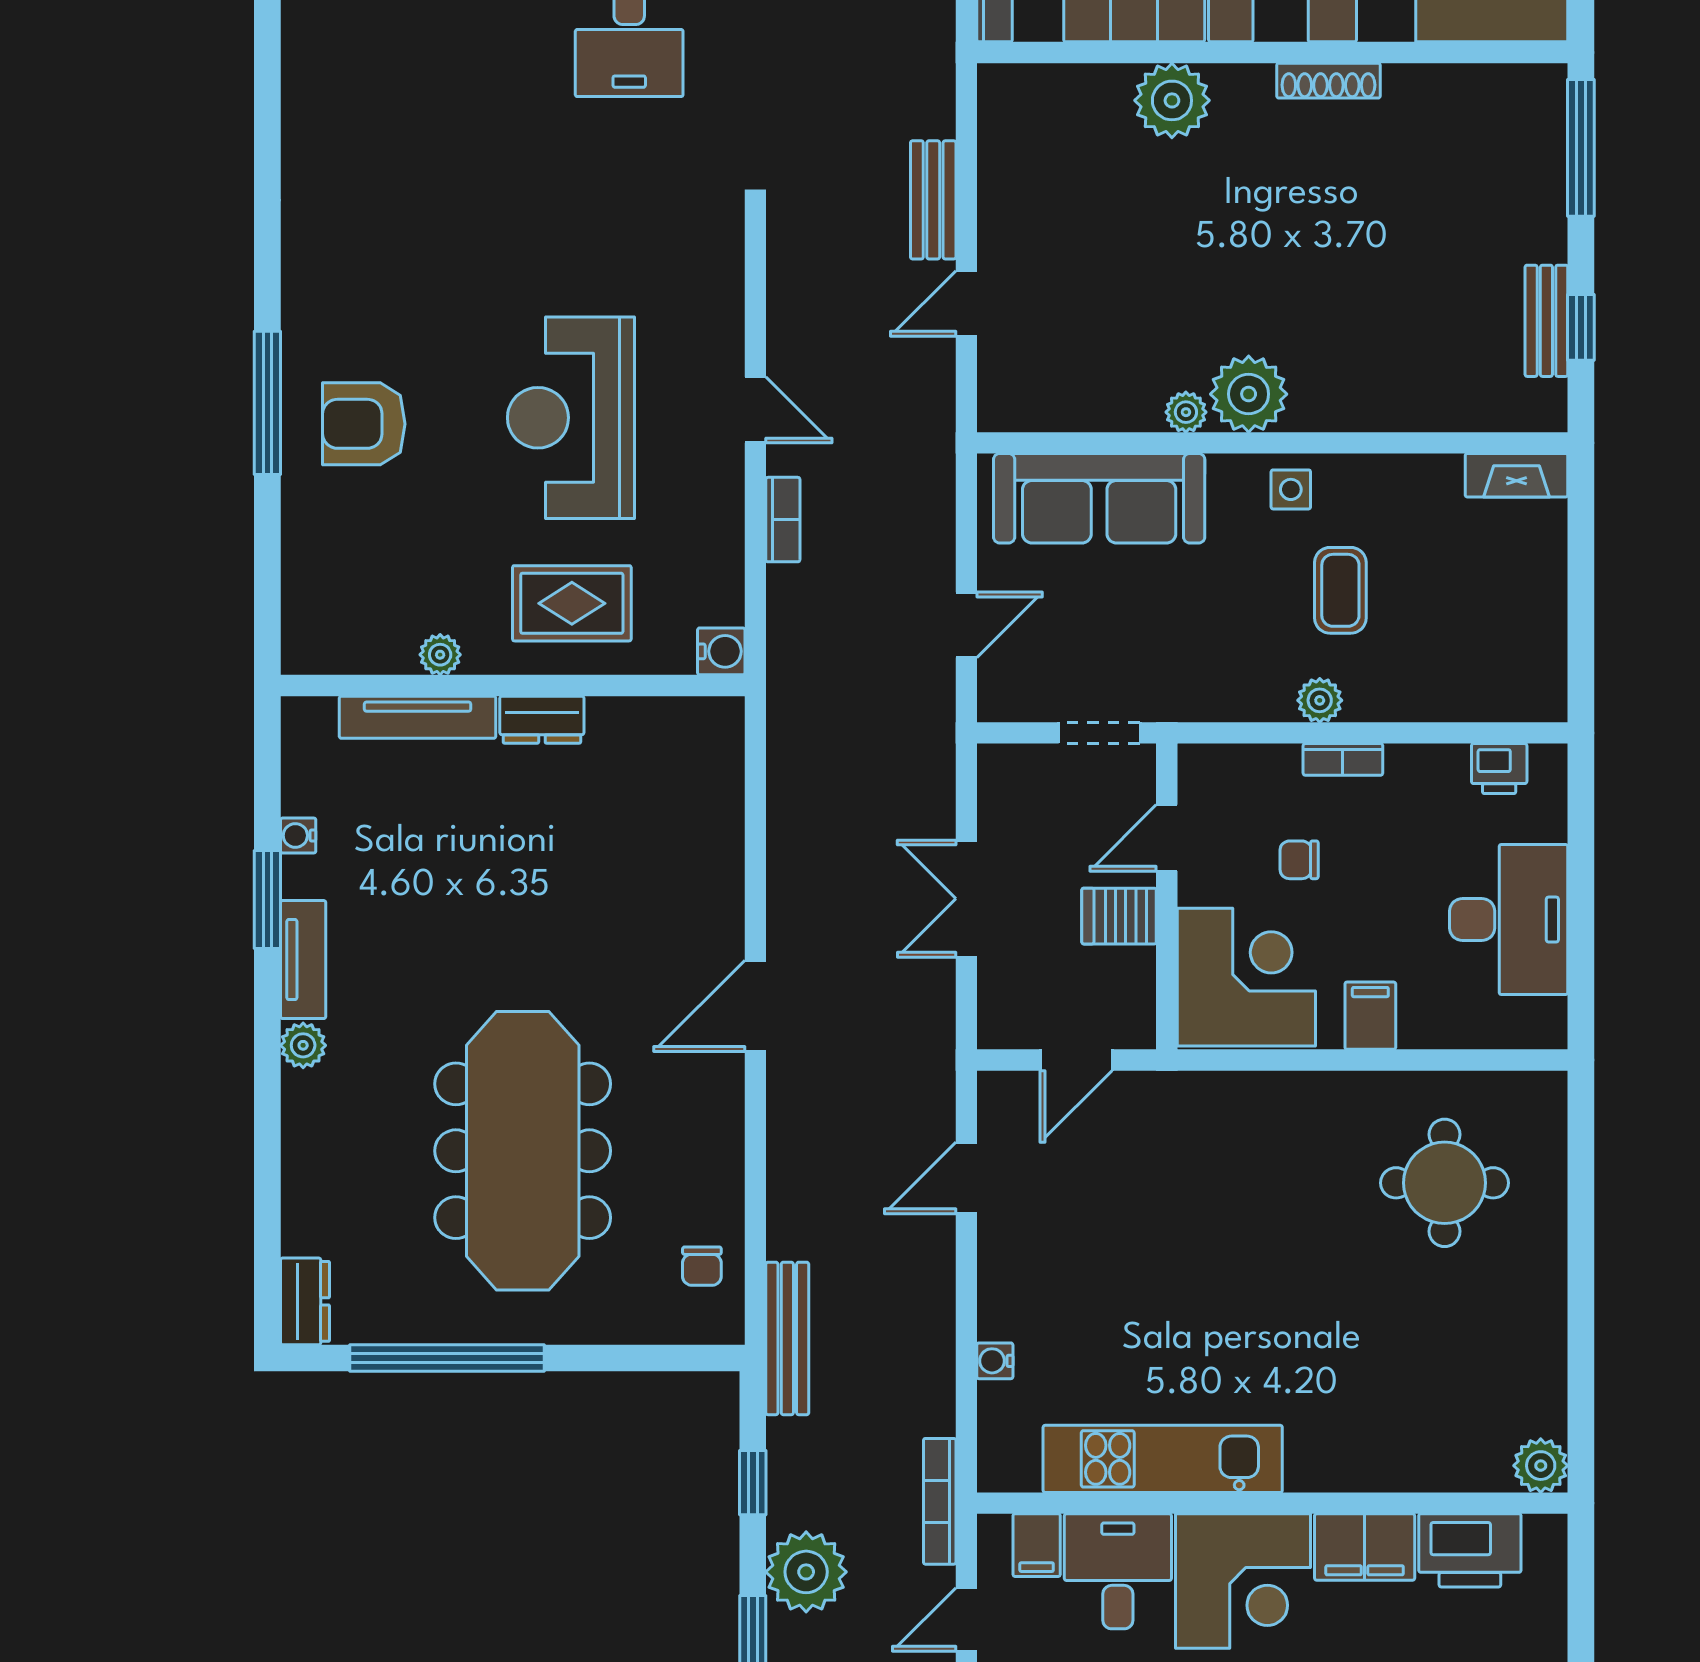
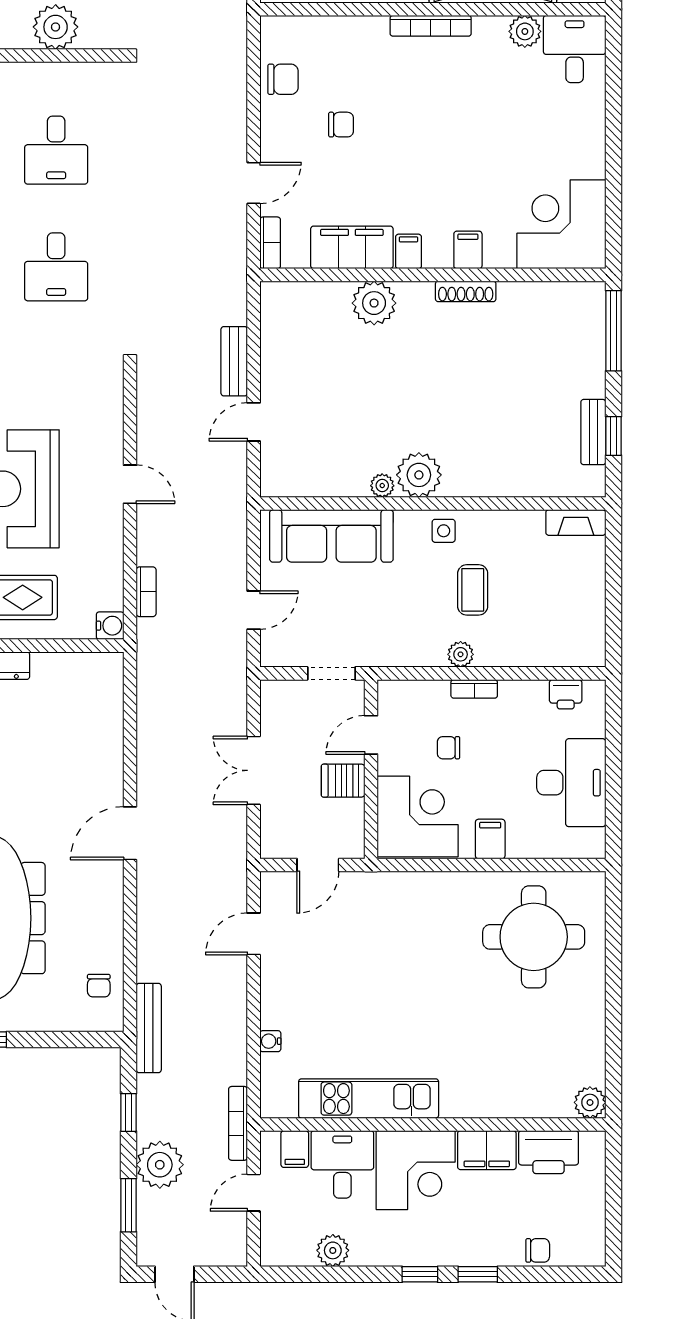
bookcase: (783, 520) -> (146, 592), moved
round table: (1445, 1183) -> (534, 937), width x1.36, depth x1.36

